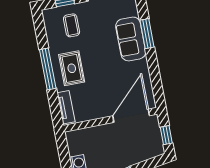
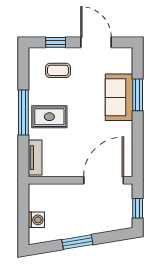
coffee table: (72, 25) -> (58, 70), turned 90
rug: (72, 68) -> (49, 117), turned 90

